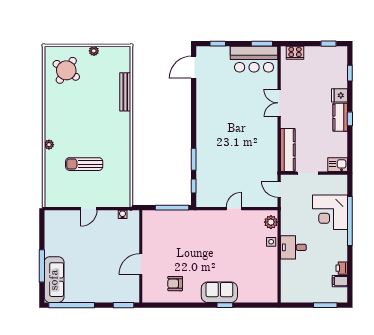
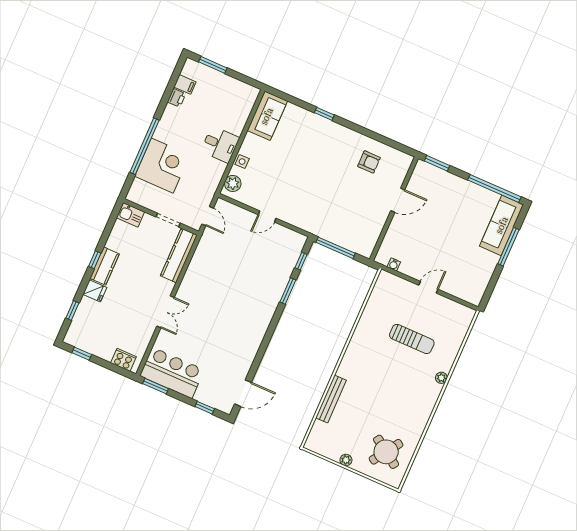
sofa: (219, 292) -> (267, 116), moved, turned -90

